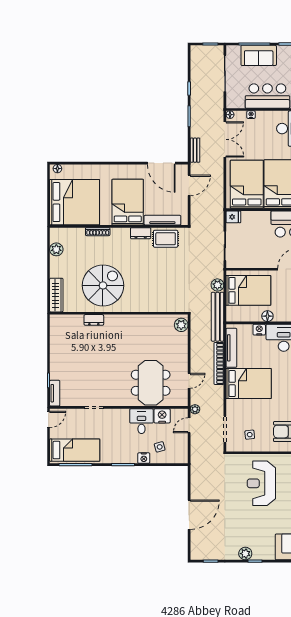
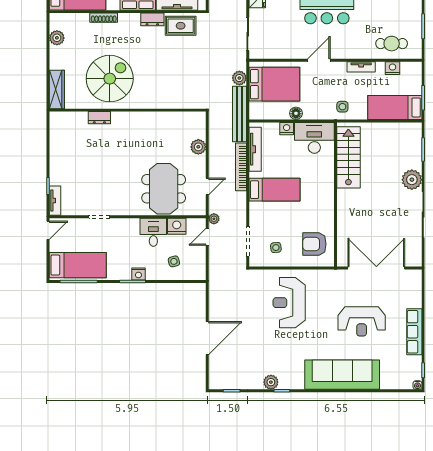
plant: (181, 325) -> (198, 147), moved
bed: (249, 384) -> (275, 190), width x0.67
nightstand: (144, 458) -> (138, 274), moved

